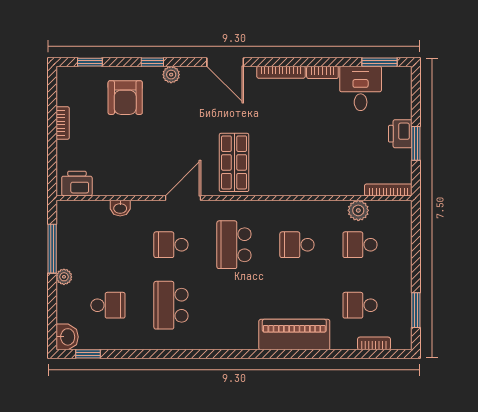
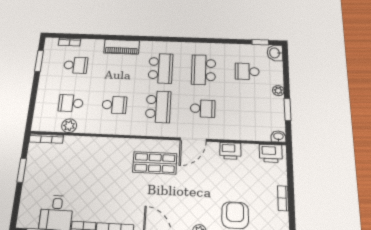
printer: (400, 134) -> (230, 151), moved, turned 90
shop shelf: (234, 162) -> (155, 163), turned 90
washbasin: (120, 208) -> (278, 137), moved
school desk: (360, 245) -> (71, 103), turned 180
window: (52, 249) -> (288, 109), width x0.69
school desk: (171, 305) -> (204, 70), turned 180
school desk: (234, 305) -> (161, 68), added
piano: (294, 335) -> (122, 47), width x0.73, depth x0.75

